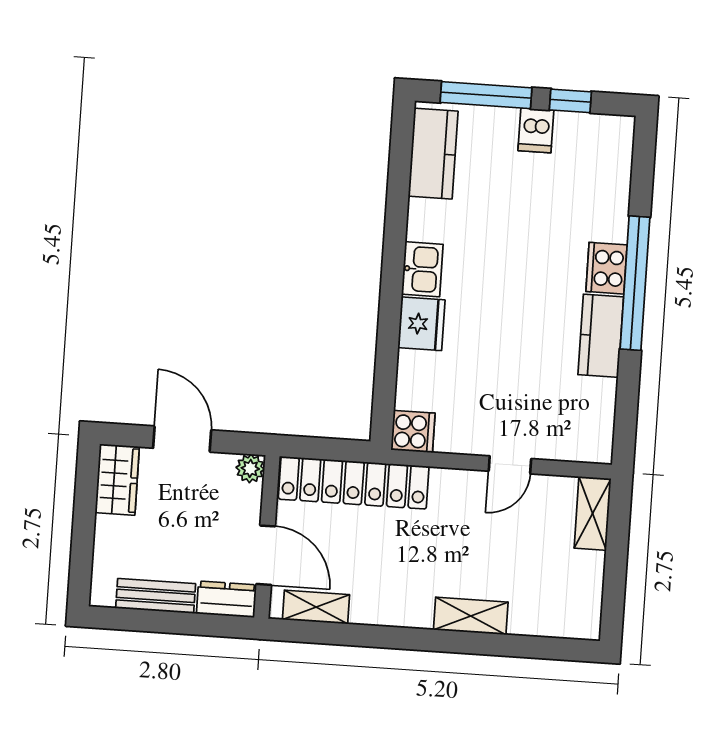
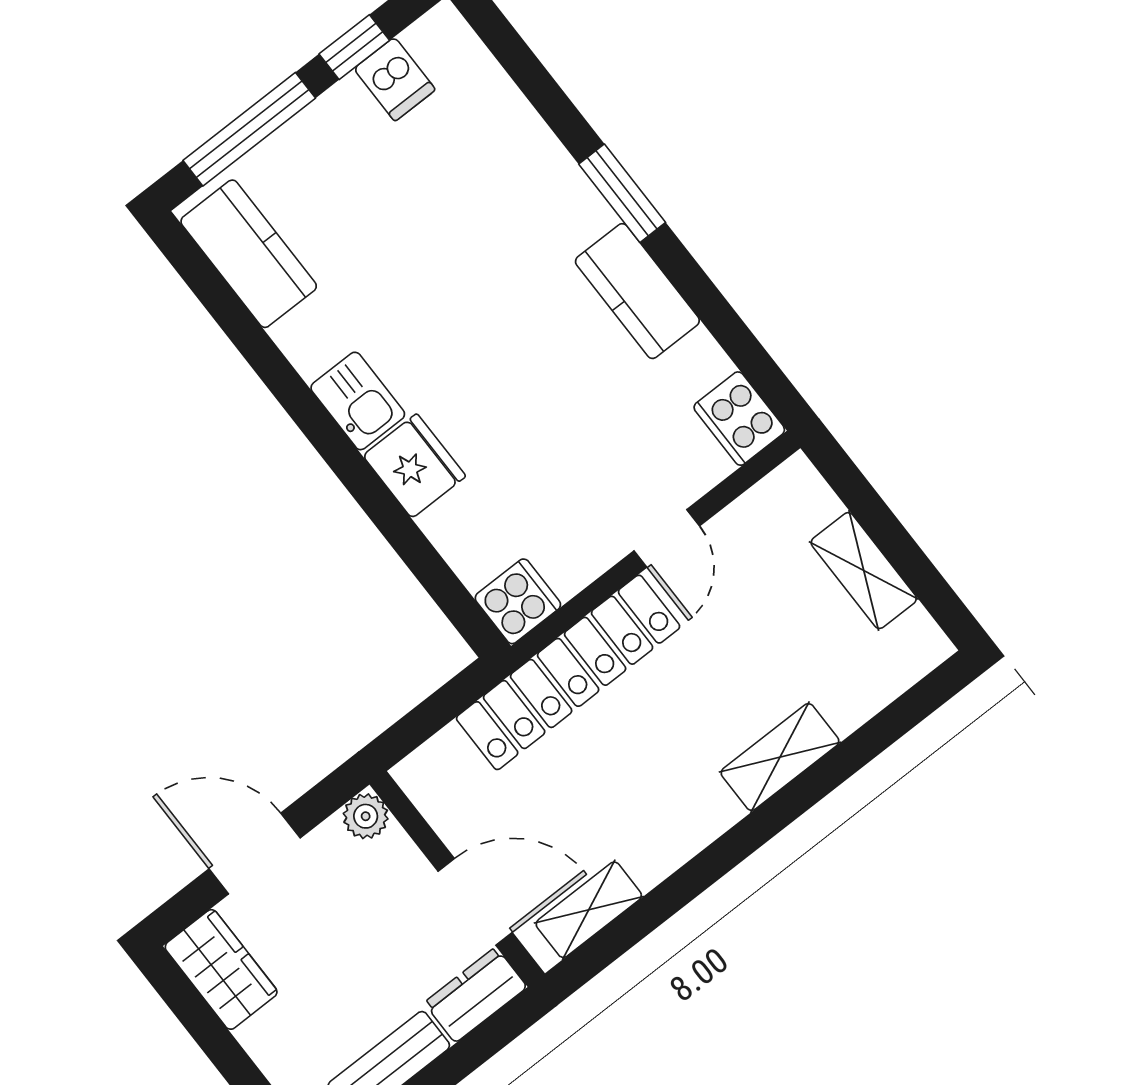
dishwasher: (536, 130) -> (395, 79), moved
cooker: (606, 268) -> (739, 419), moved
window: (635, 283) -> (622, 193), width x0.47
locker: (354, 483) -> (568, 672), moved
shelving: (593, 513) -> (864, 571), moved

